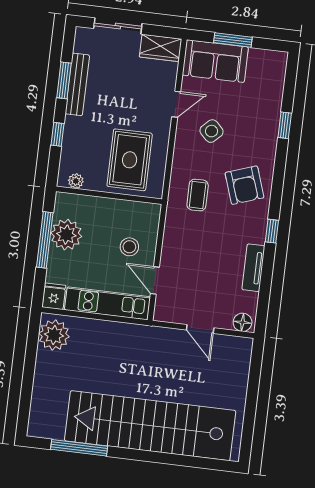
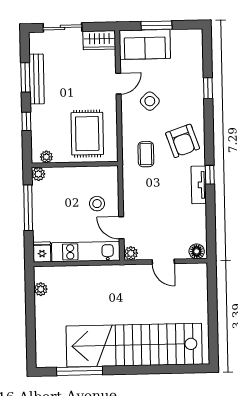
plant: (66, 235) -> (38, 174), moved, width x0.53, depth x0.53
tv unit: (253, 268) -> (199, 185), moved
plant: (162, 313) -> (131, 253), added
plant: (54, 335) -> (41, 289), width x0.53, depth x0.53

